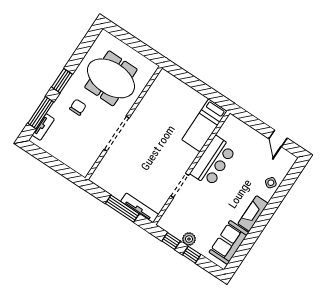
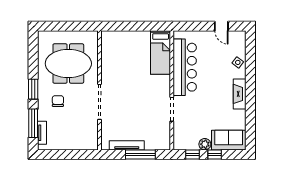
bar counter: (213, 161) -> (185, 67), width x1.36
tv unit: (140, 208) -> (127, 145), moved
sofa: (229, 242) -> (229, 140), moved, turned 90

